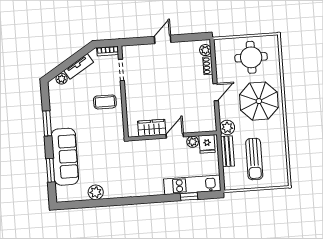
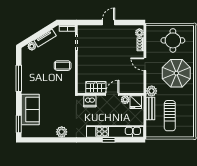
door: (216, 92) -> (145, 64), swing flipped
window: (47, 123) -> (19, 78), width x1.44
dishwasher: (145, 147) -> (90, 101), added
sofa: (65, 157) -> (30, 110), width x0.73
window: (50, 170) -> (19, 124), moved
kitchen unit: (192, 185) -> (115, 131), width x1.36
plant: (96, 192) -> (62, 132), moved
window: (189, 196) -> (109, 140), moved

